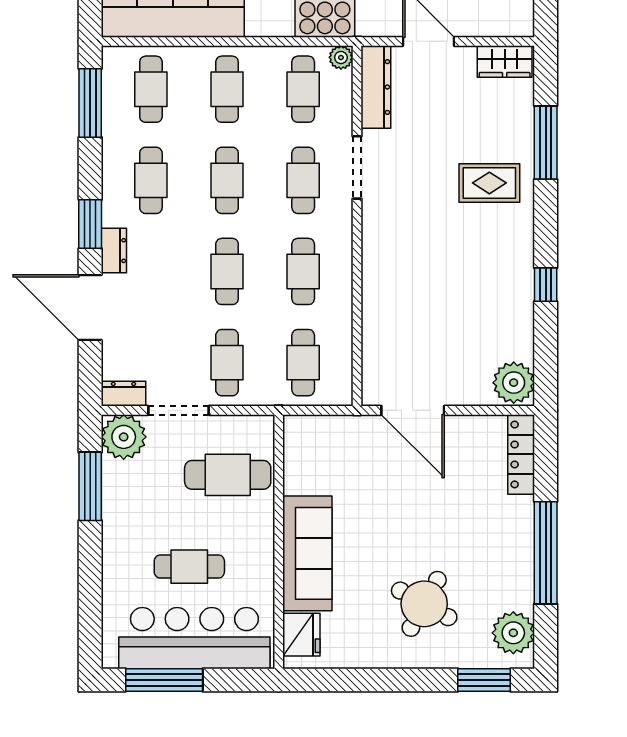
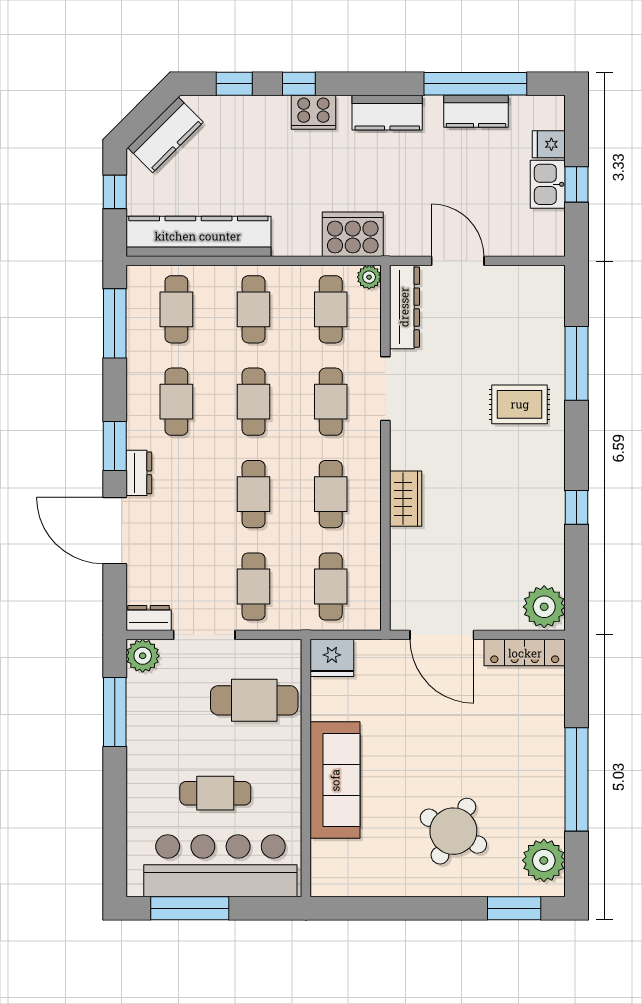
wardrobe: (505, 62) -> (406, 499), moved, turned -90
plant: (124, 437) -> (143, 656), width x0.73, depth x0.73
locker: (521, 454) -> (525, 653), moved, turned -90
fridge: (301, 635) -> (332, 658), moved, turned 90

